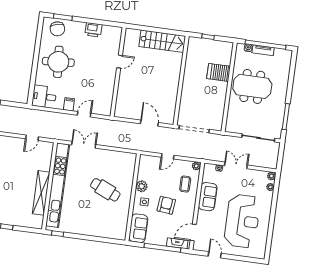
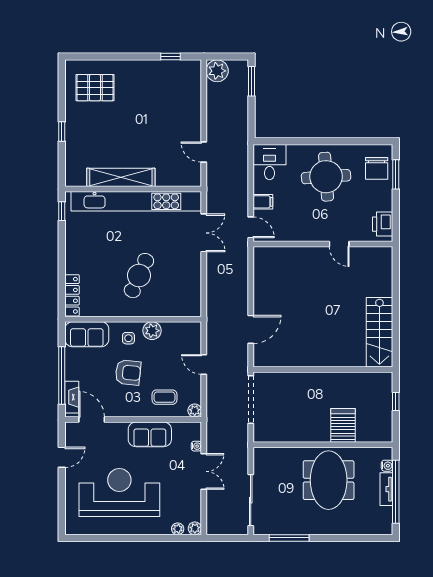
chair: (57, 29) -> (377, 168), turned -76
door: (119, 62) -> (339, 244), moved
wall: (118, 72) -> (323, 244), moved
reception desk: (242, 221) -> (119, 493), turned 180
locker: (112, 234) -> (72, 295), added

